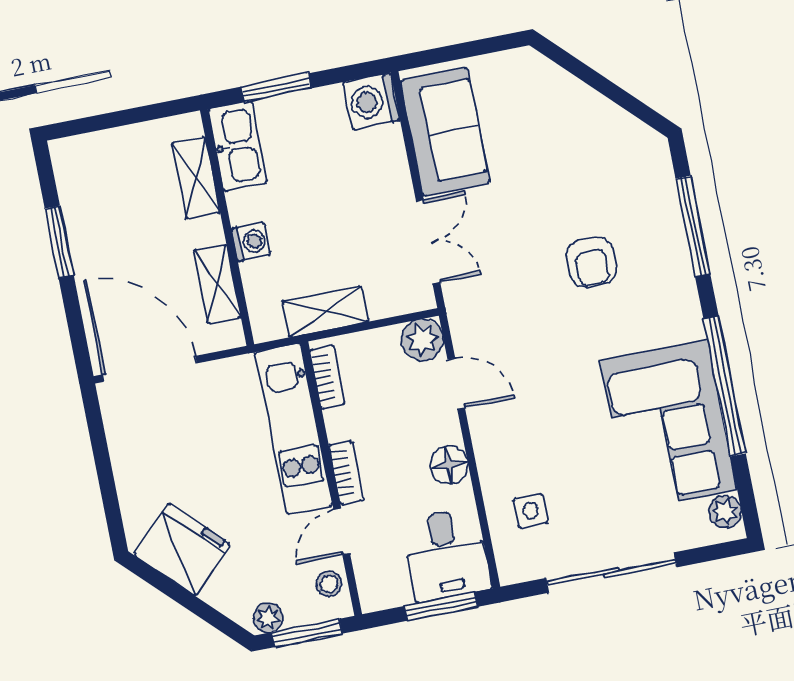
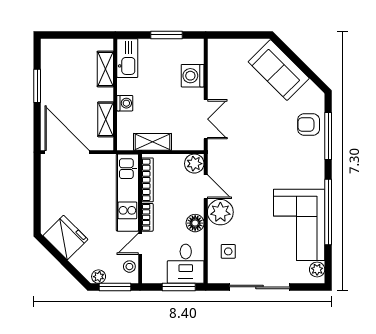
window: (276, 88) -> (167, 35), moved
washing machine: (372, 101) -> (193, 76), moved
sofa: (445, 132) -> (279, 70), moved, turned 135
armchair: (591, 262) -> (309, 125), moved, turned 90
bookcase: (327, 377) -> (147, 180), width x1.56
plant: (498, 431) -> (220, 212), added

